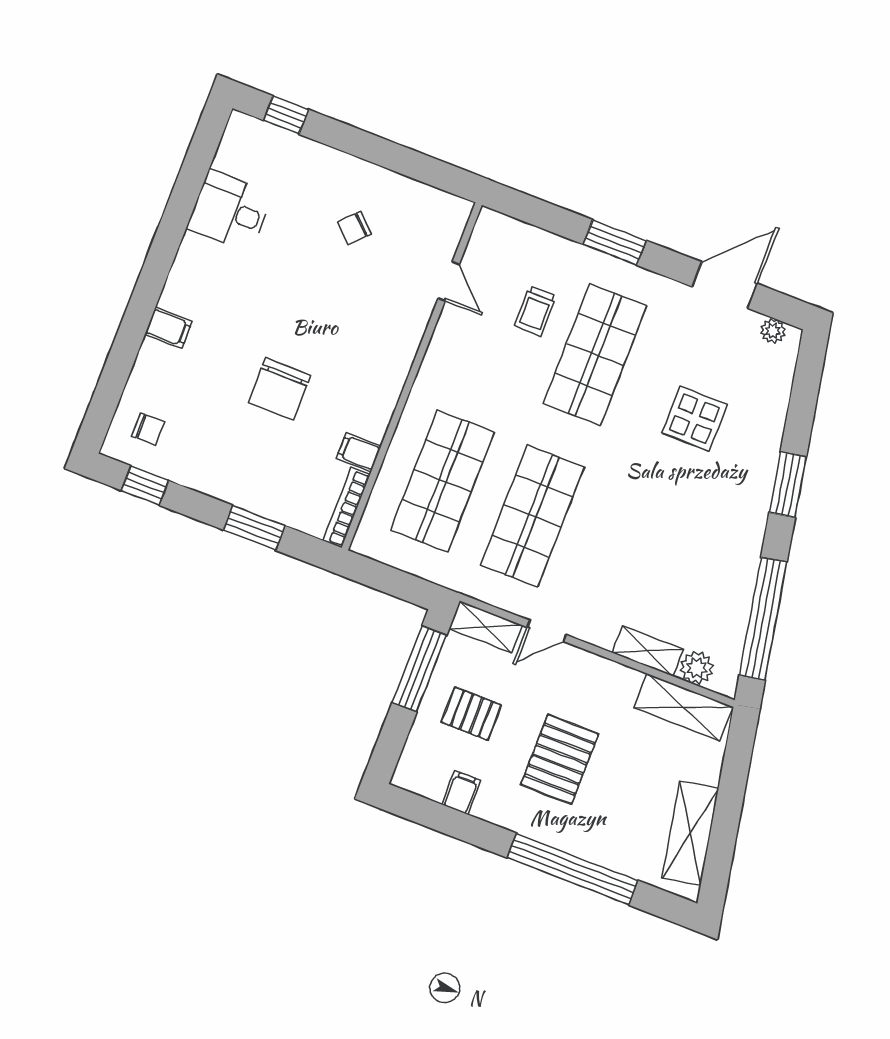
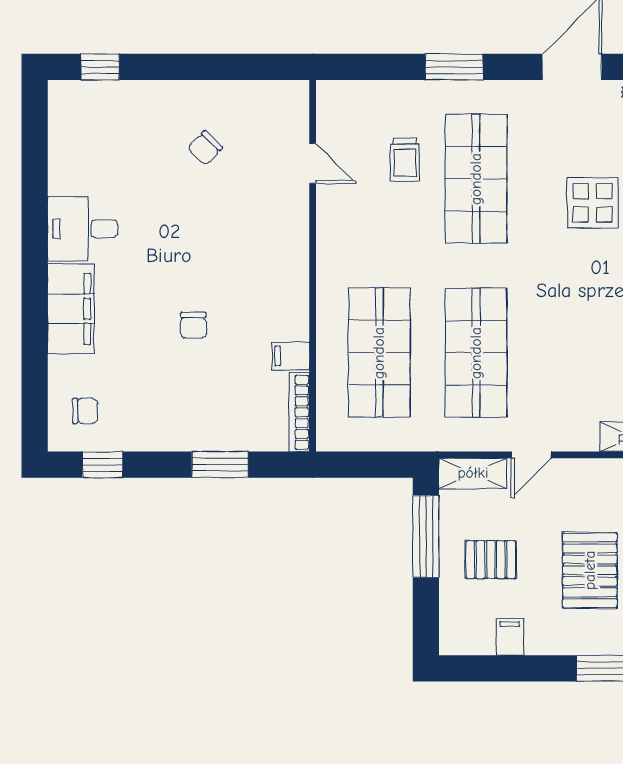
desk: (230, 211) -> (82, 229), moved
filing cabinet: (169, 328) -> (71, 309), width x3.00, depth x1.17
chair: (279, 389) -> (193, 325), width x0.54, depth x0.54

